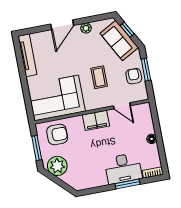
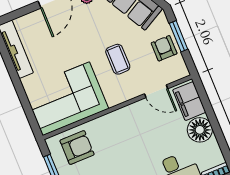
filing cabinet: (96, 120) -> (189, 101), moved, turned 90
floor lamp: (152, 139) -> (200, 130), width x1.89, depth x1.89

